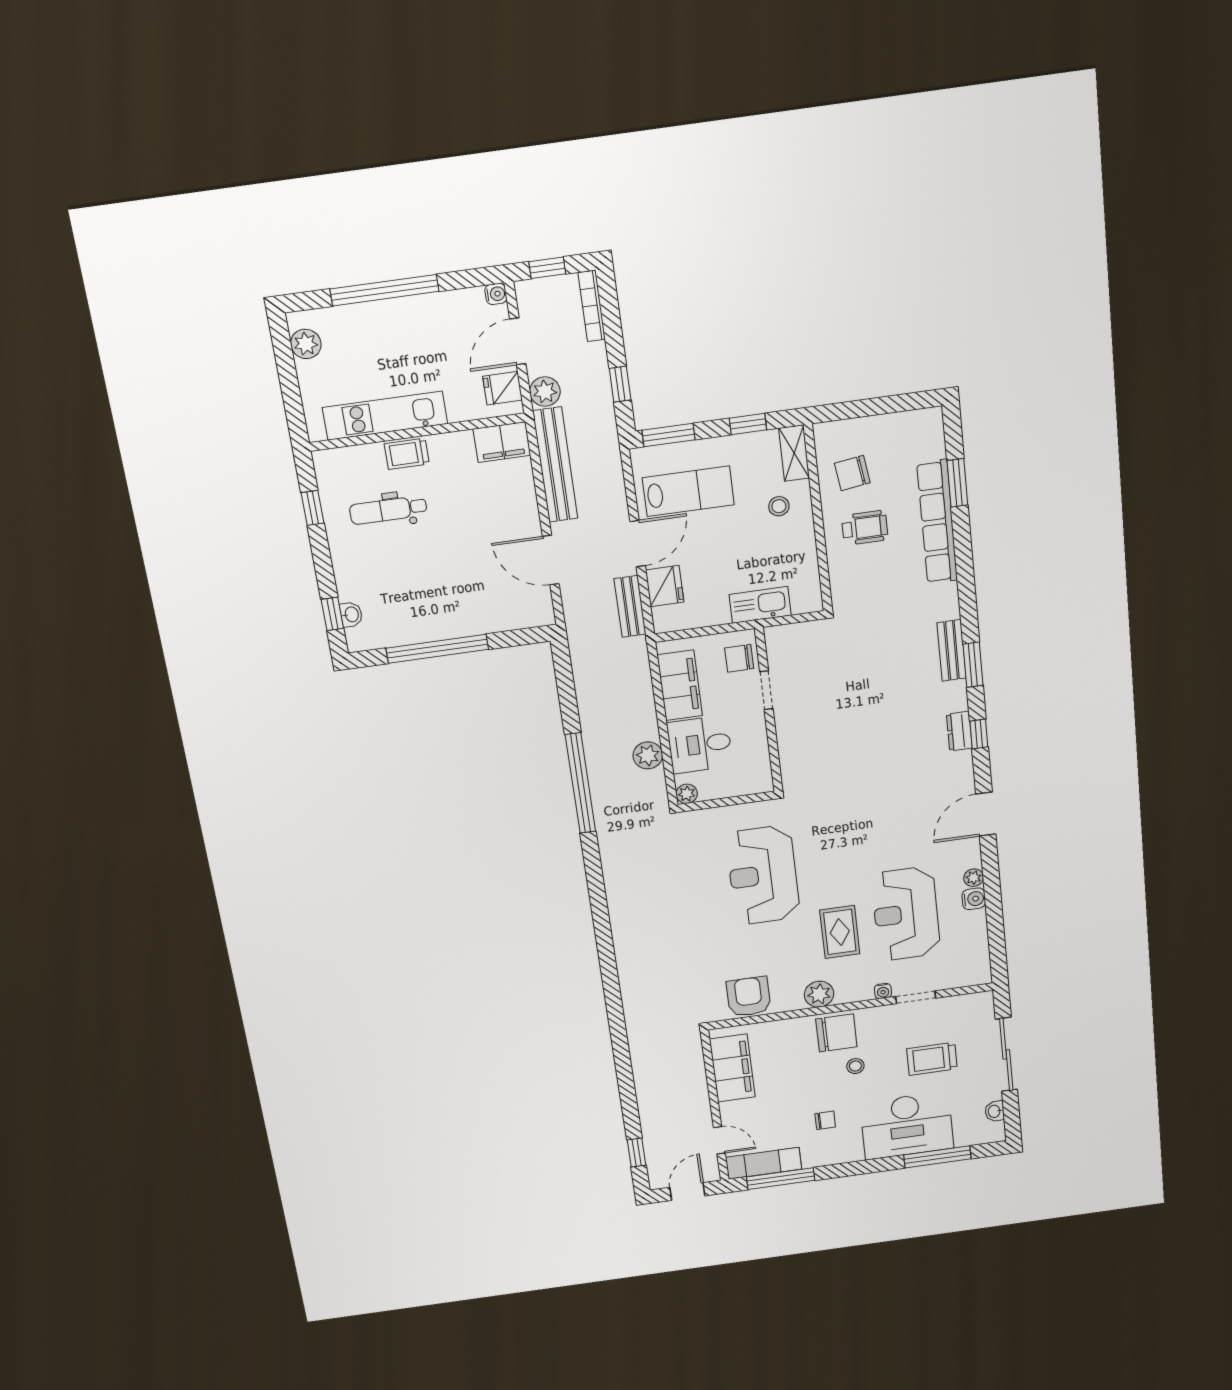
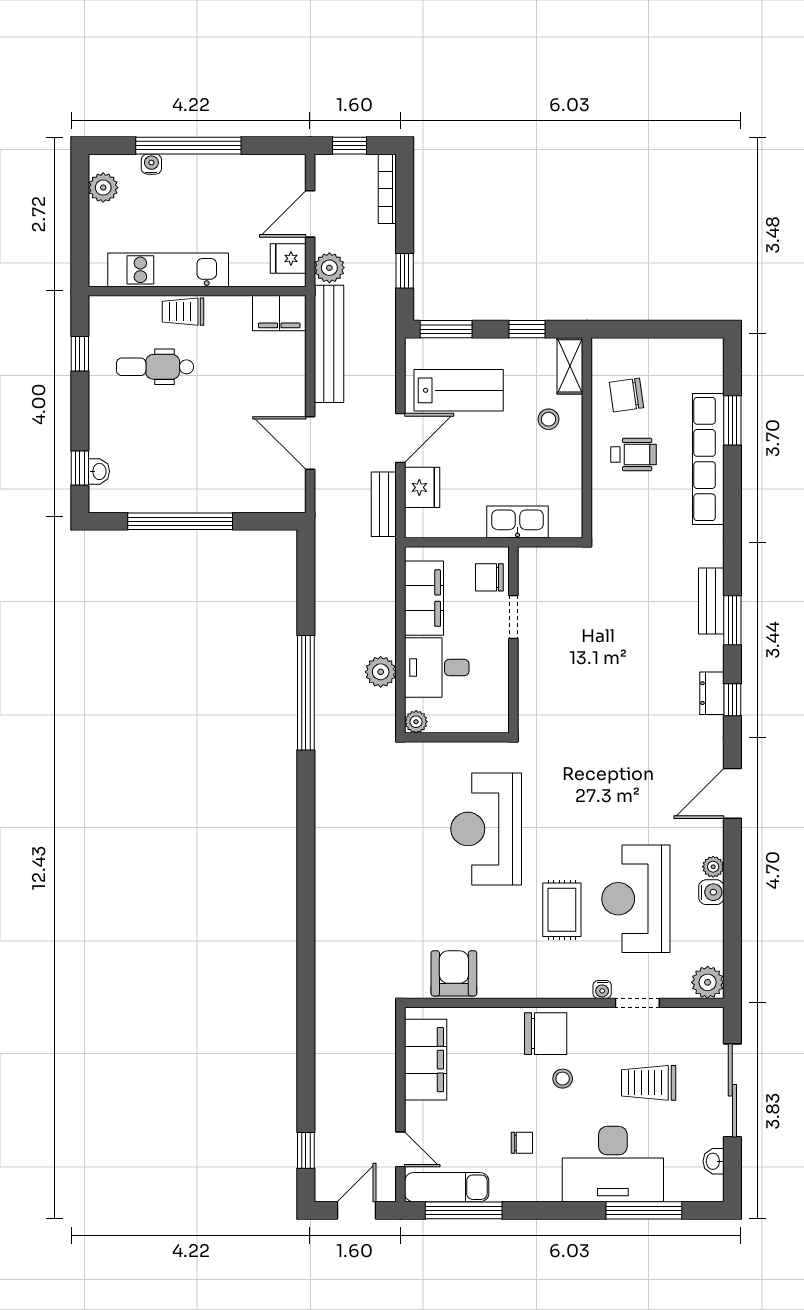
water cooler: (496, 294) -> (151, 164), moved, turned -90
plant: (819, 994) -> (708, 982), moved

